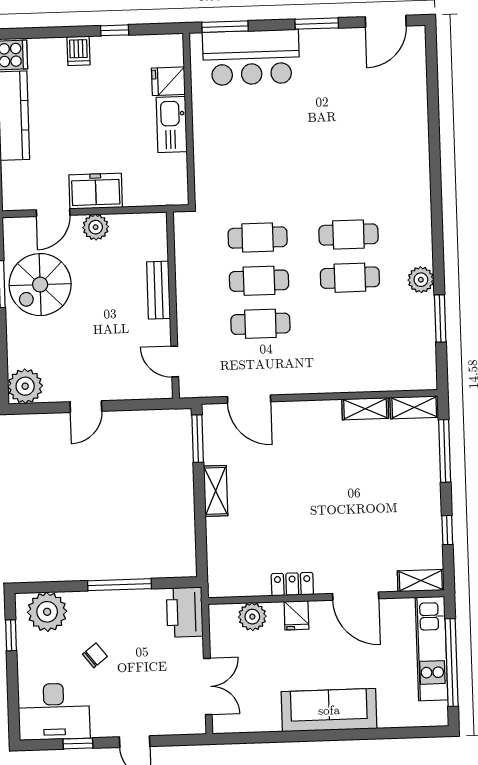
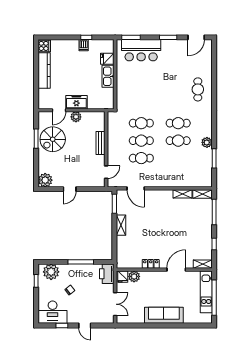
dishwasher: (78, 51) -> (84, 45), moved
cafe table: (394, 150) -> (198, 89), added
door: (175, 361) -> (106, 172), swing flipped
door: (356, 596) -> (176, 270), swing flipped
fridge: (296, 615) -> (123, 277), moved

